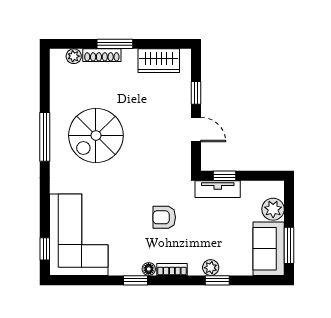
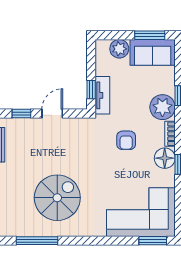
spiral stairs: (96, 135) -> (57, 198), turned -90
window: (45, 137) -> (37, 241), moved
window: (45, 249) -> (153, 241), width x1.50
plant: (211, 268) -> (162, 107), width x1.87, depth x1.87
floor lamp: (149, 269) -> (165, 158), width x1.89, depth x1.89

